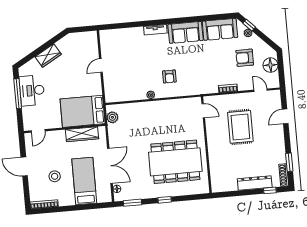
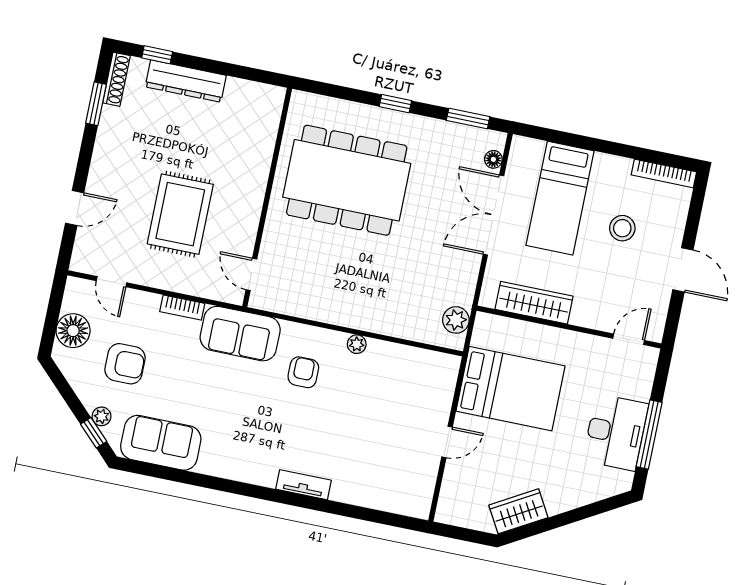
sofa: (185, 32) -> (240, 334), moved, turned 180
wardrobe: (48, 55) -> (518, 511), moved
bed: (83, 111) -> (511, 389), moved

